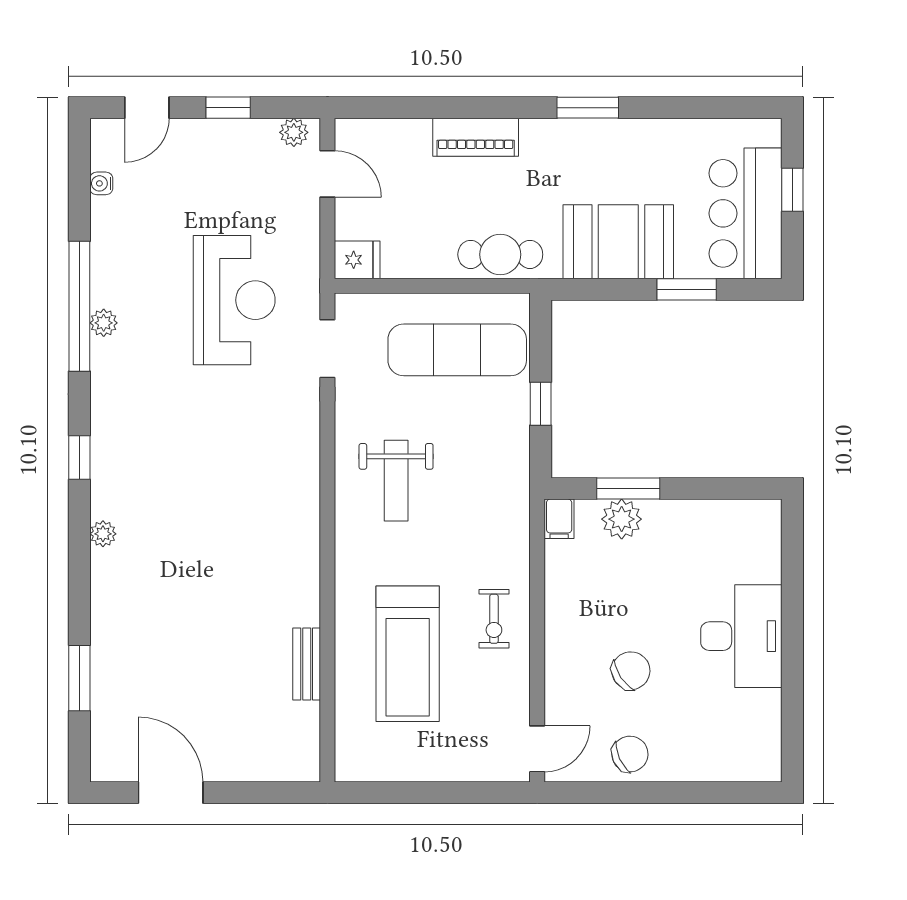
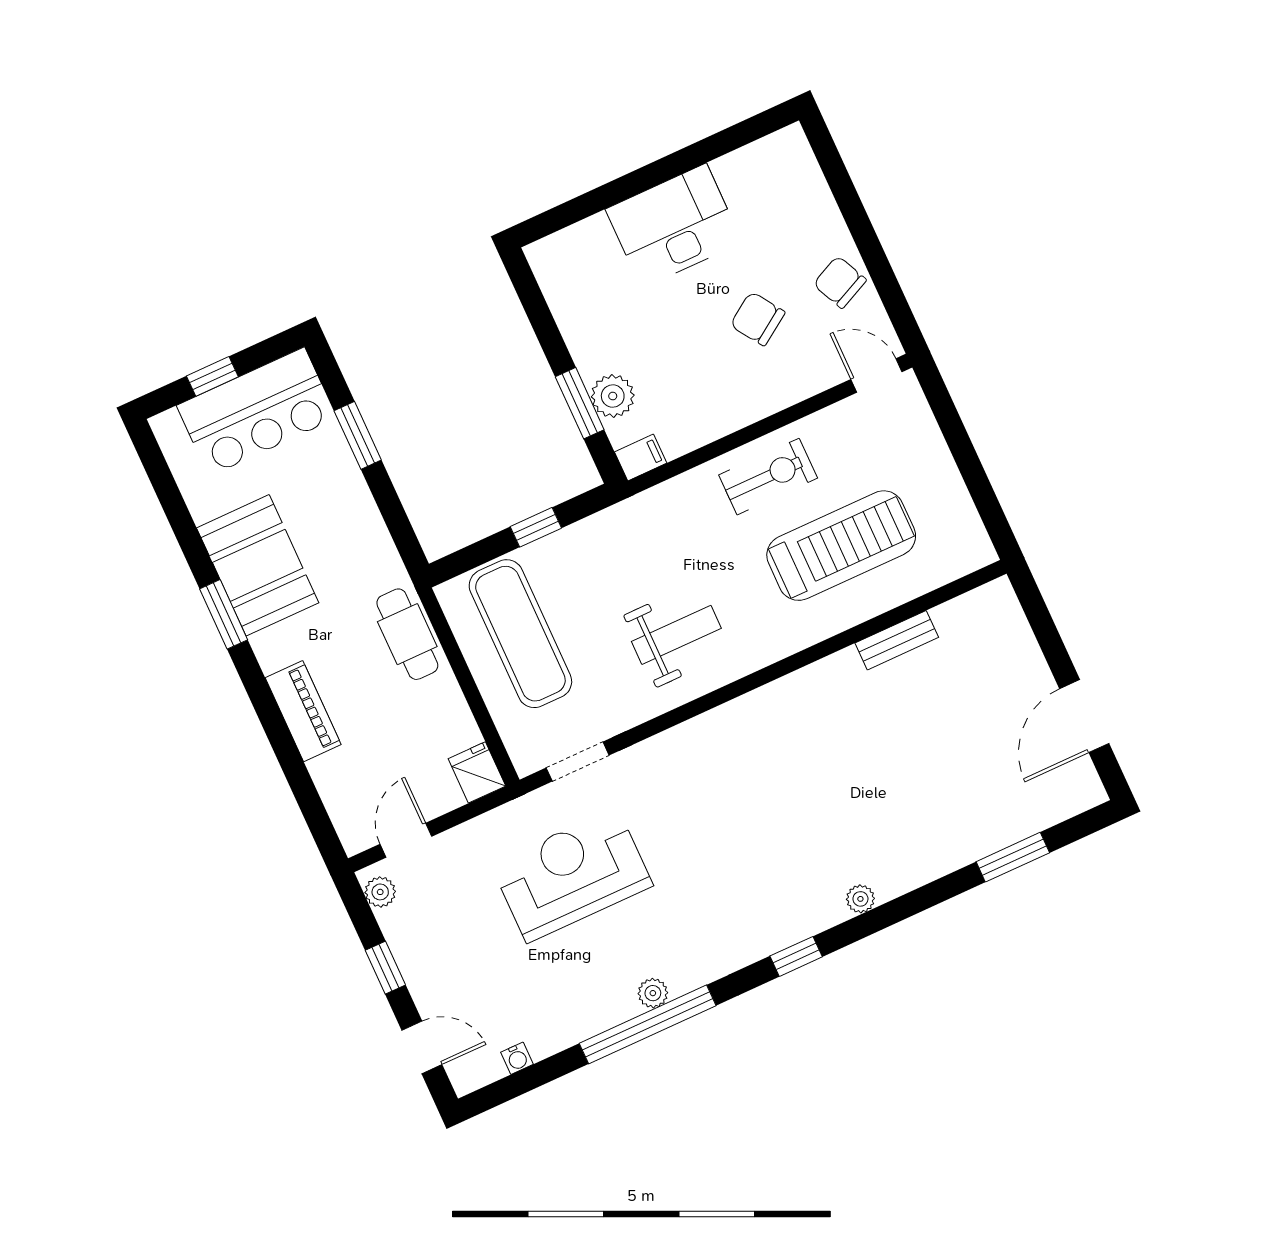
booth: (618, 242) -> (258, 565), moved
exercise bike: (494, 619) -> (768, 477), width x1.38, depth x1.39

